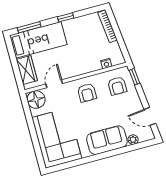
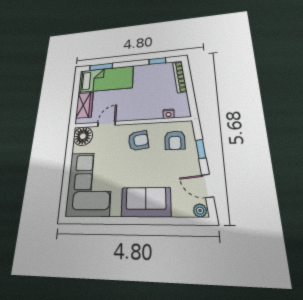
window: (66, 17) -> (157, 61), moved
window: (134, 77) -> (201, 149), moved
armchair: (87, 93) -> (138, 141), turned -98
plant: (133, 140) -> (200, 211), moved

